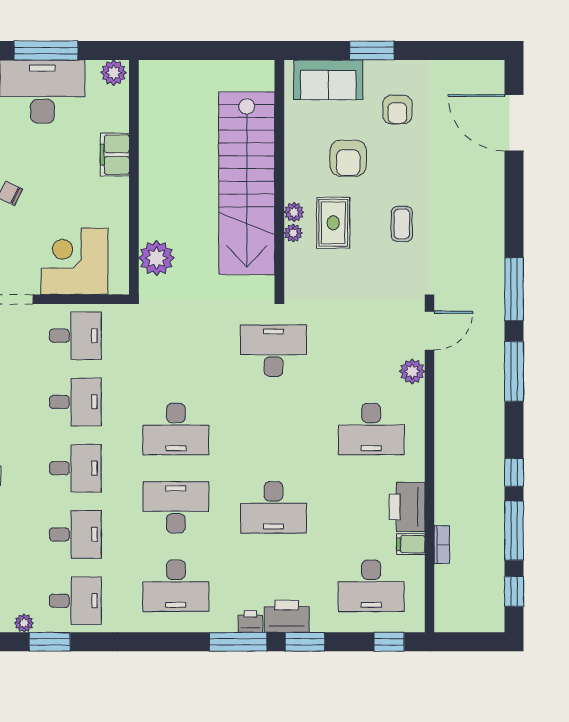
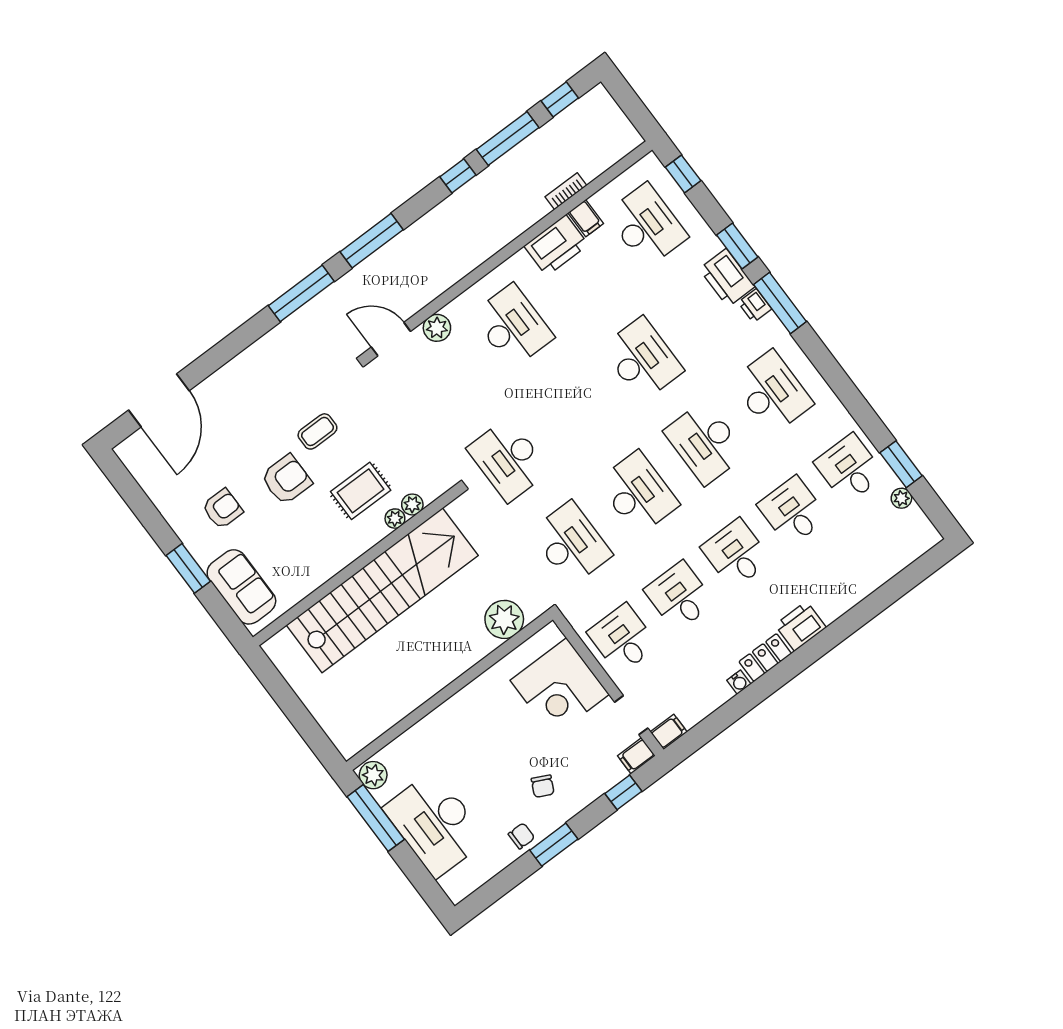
window: (46, 50) -> (376, 818), moved
filing cabinet: (115, 155) -> (442, 721), removed
armchair: (348, 158) -> (286, 480), moved
plant: (294, 212) -> (412, 504), moved
desk: (176, 351) -> (571, 543), added

